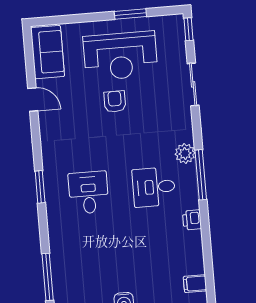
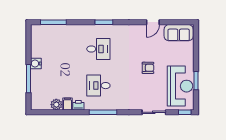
reception desk: (120, 56) -> (180, 86), moved, turned 180
plant: (185, 153) -> (56, 105), moved
desk: (154, 187) -> (98, 86), turned -90
filing cabinet: (195, 284) -> (68, 104), moved

